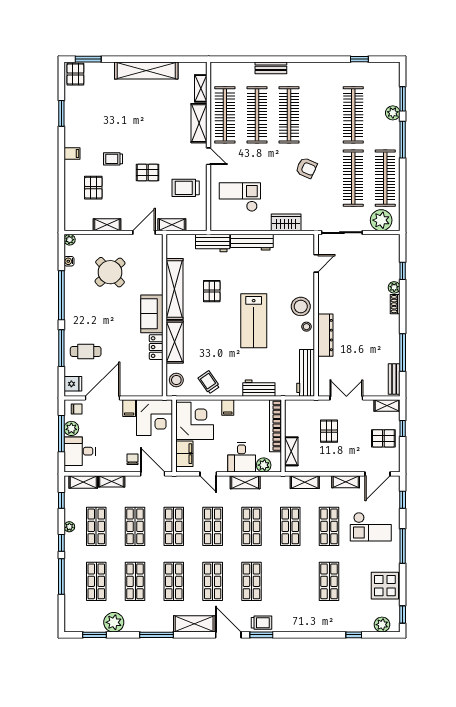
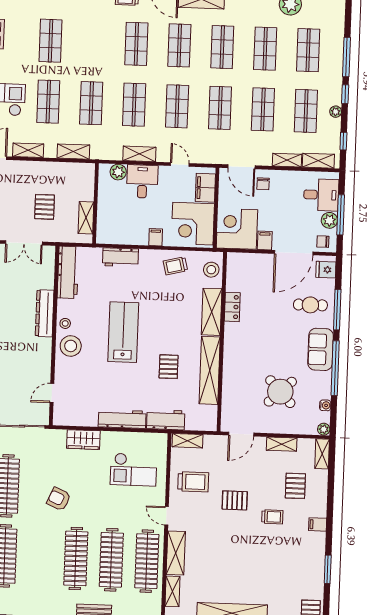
shelving: (70, 217) -> (322, 454), added
shelving: (172, 225) -> (188, 441), moved
sofa: (152, 314) -> (321, 349), moved, turned 180
trolley: (209, 382) -> (175, 266), turned 111
bookcase: (275, 426) -> (103, 215), removed
shelving: (291, 451) -> (86, 218), moved

